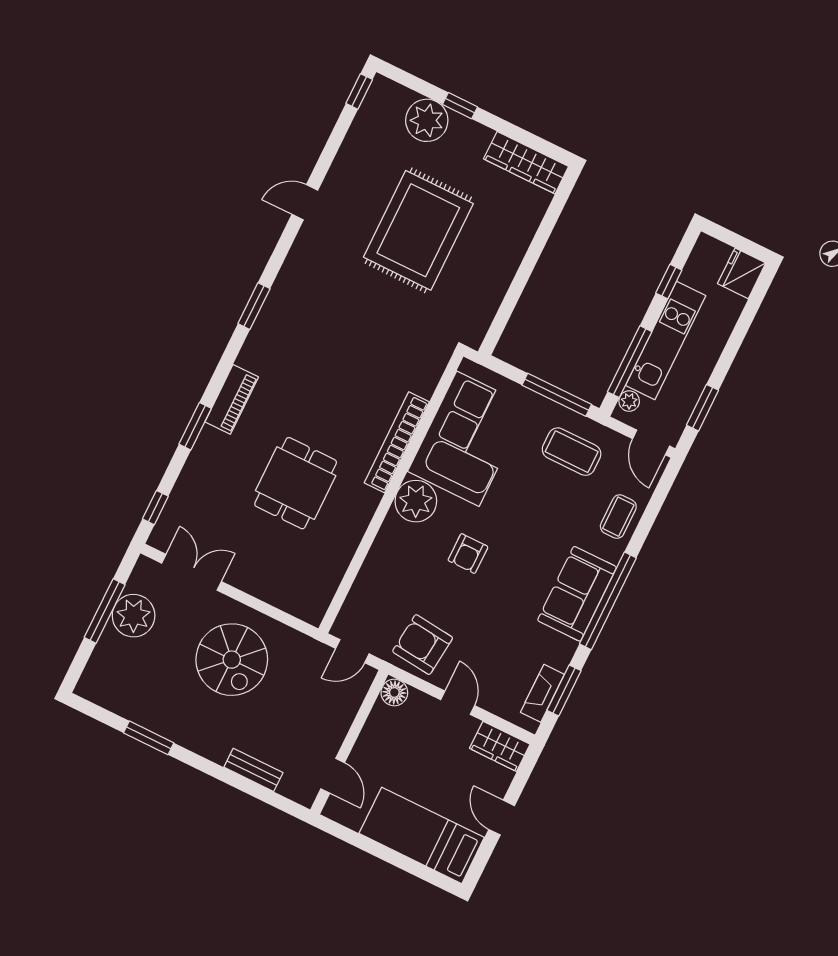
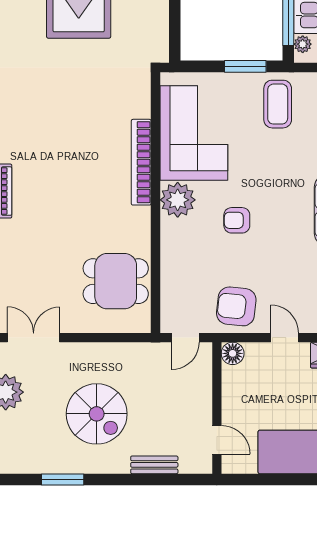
window: (557, 395) -> (245, 66), width x0.69
coffee table: (572, 452) -> (278, 104), turned 90
dining table: (296, 483) -> (116, 281), moved, turned 90
armchair: (468, 554) -> (237, 220), turned 90
spiral stairs: (232, 660) -> (97, 414), moved

